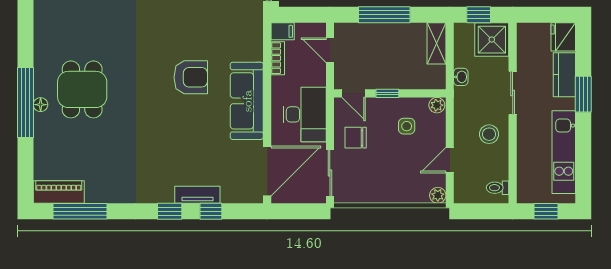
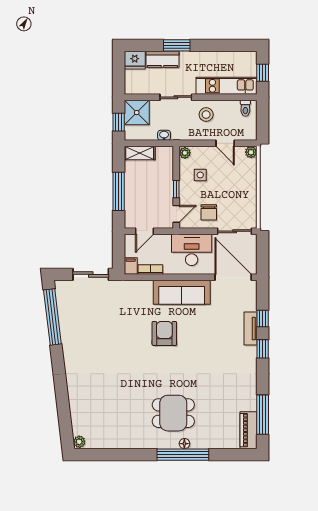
kitchen unit: (564, 152) -> (226, 86), moved, turned 180

